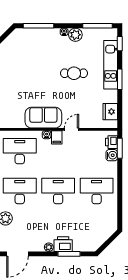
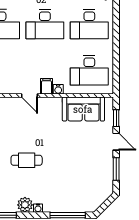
sofa: (43, 118) -> (83, 109), moved
door: (72, 129) -> (29, 95), hinge flipped

